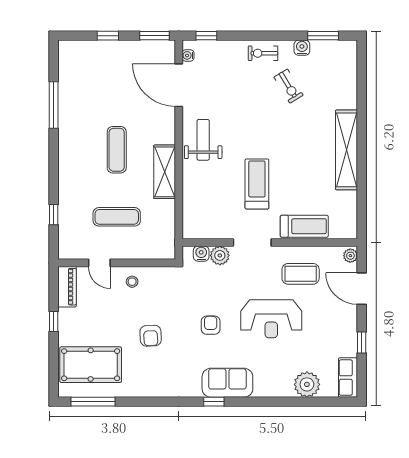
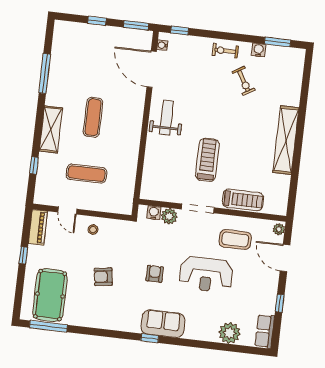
shelving: (165, 172) -> (51, 129), moved
armchair: (151, 336) -> (103, 277), turned 85
pool table: (91, 365) -> (50, 295), turned 90

